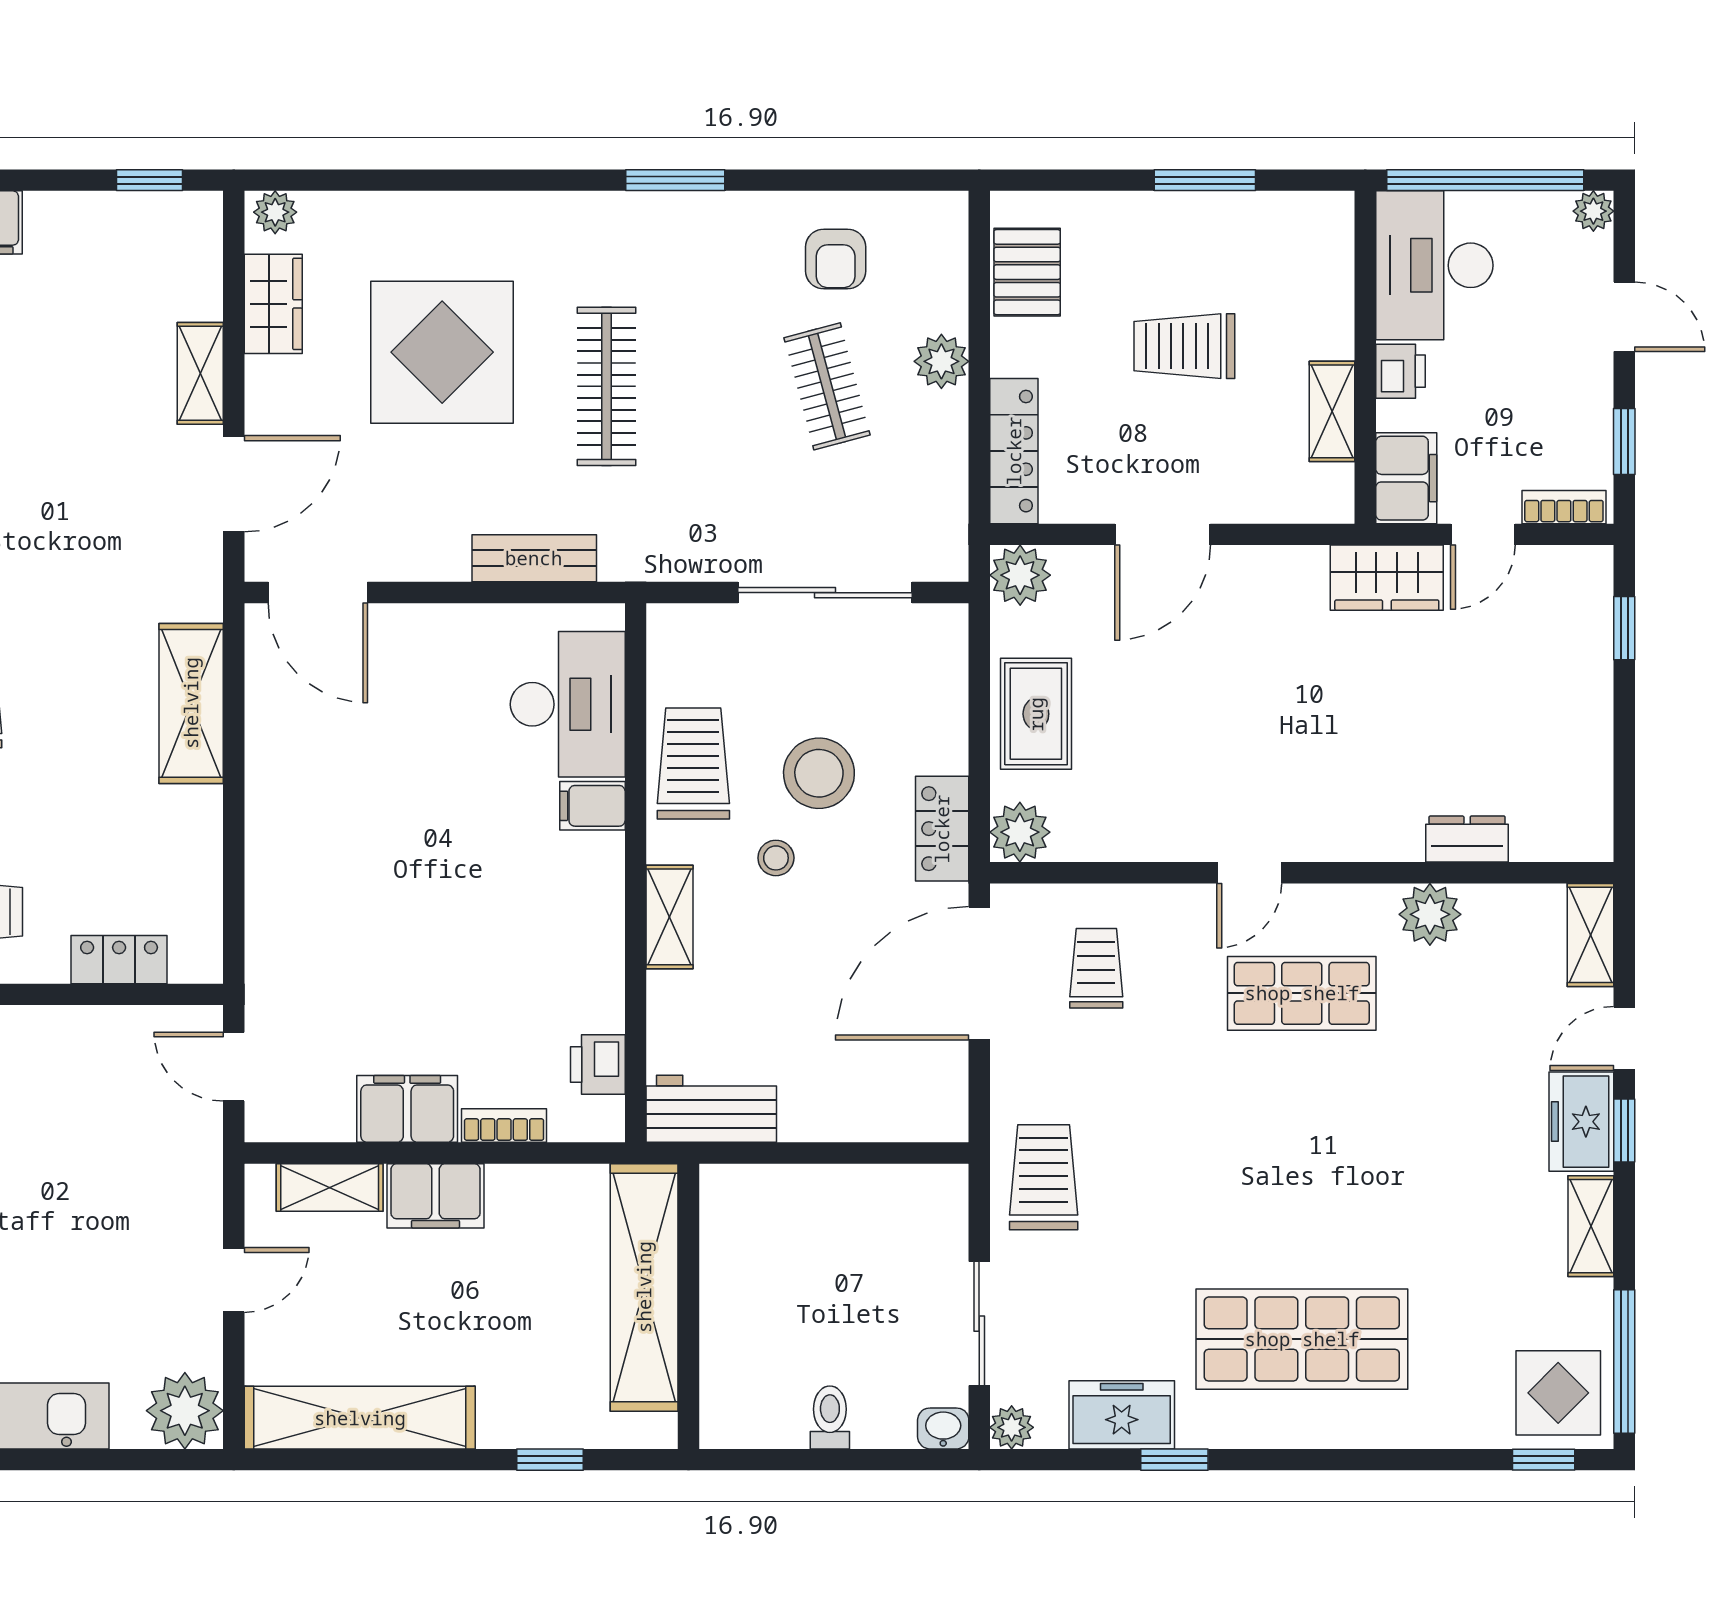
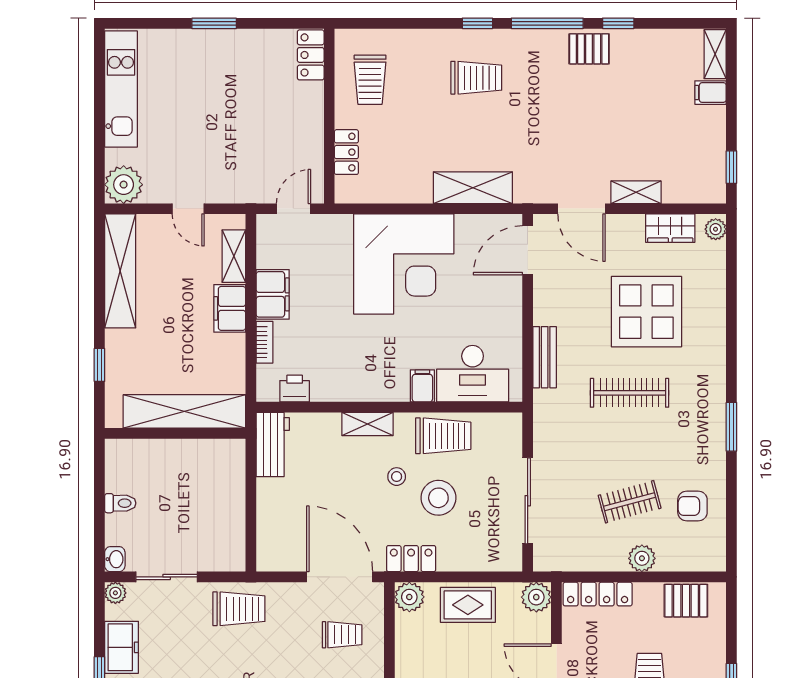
corner desk: (346, 844) -> (404, 264), added

